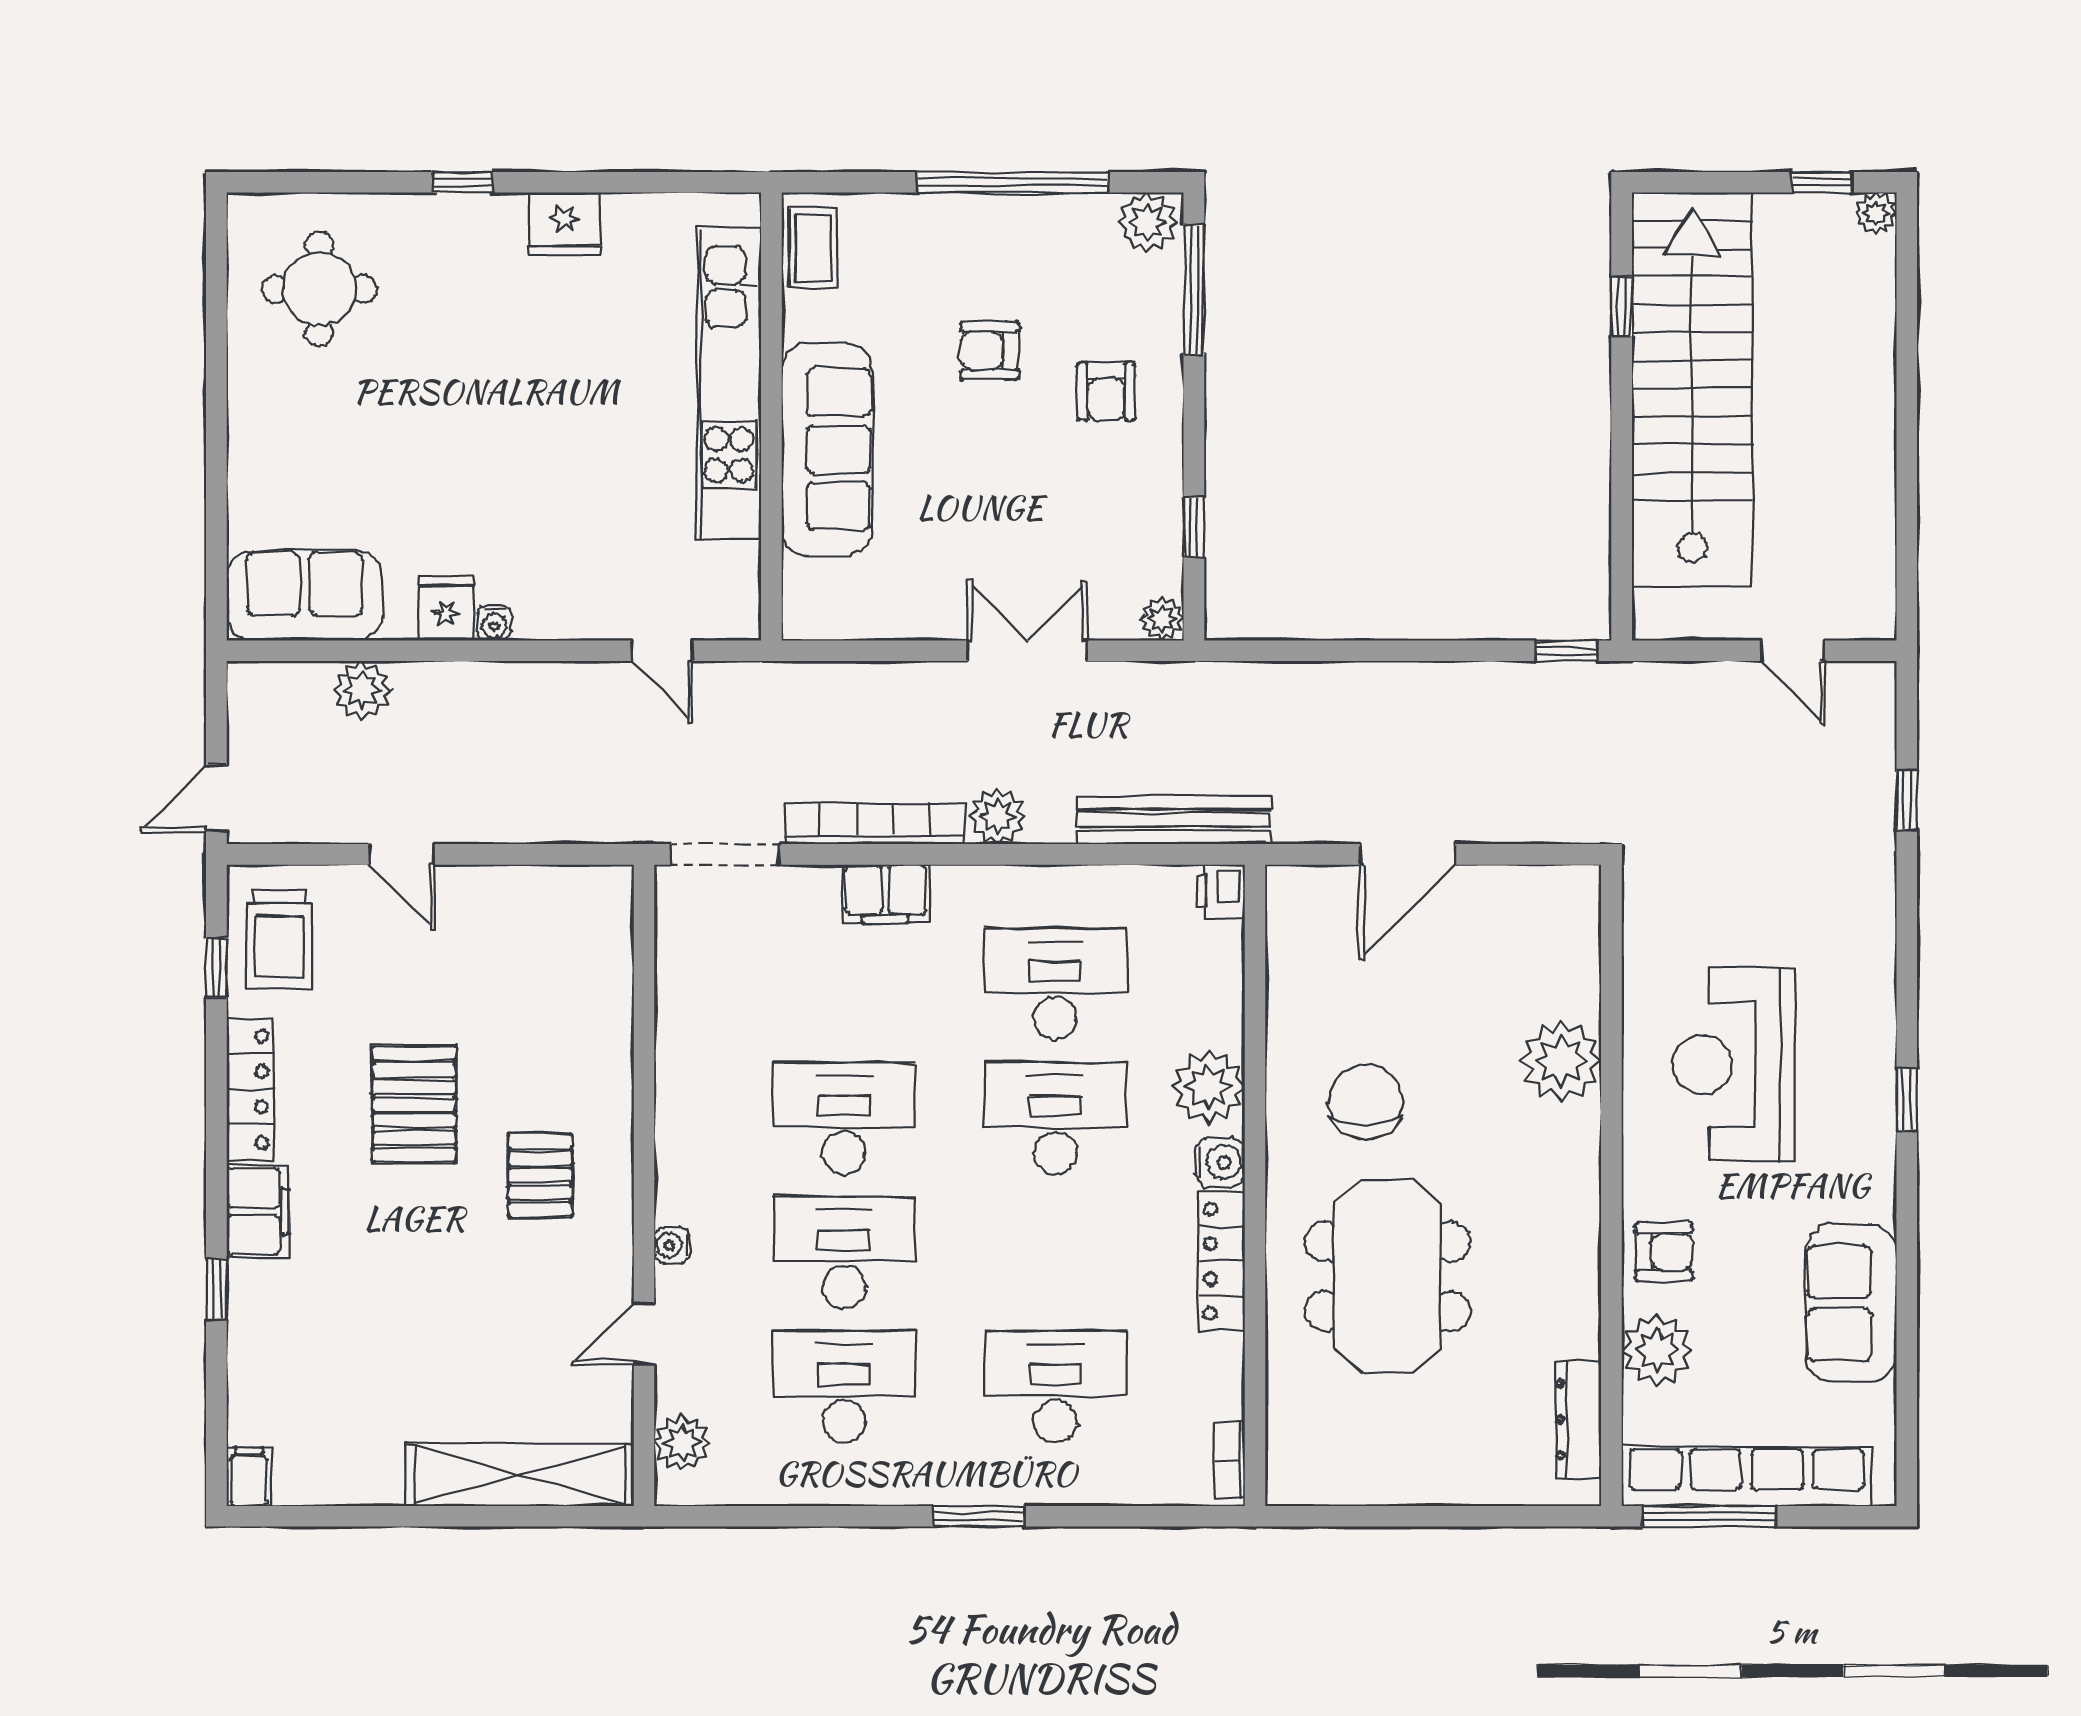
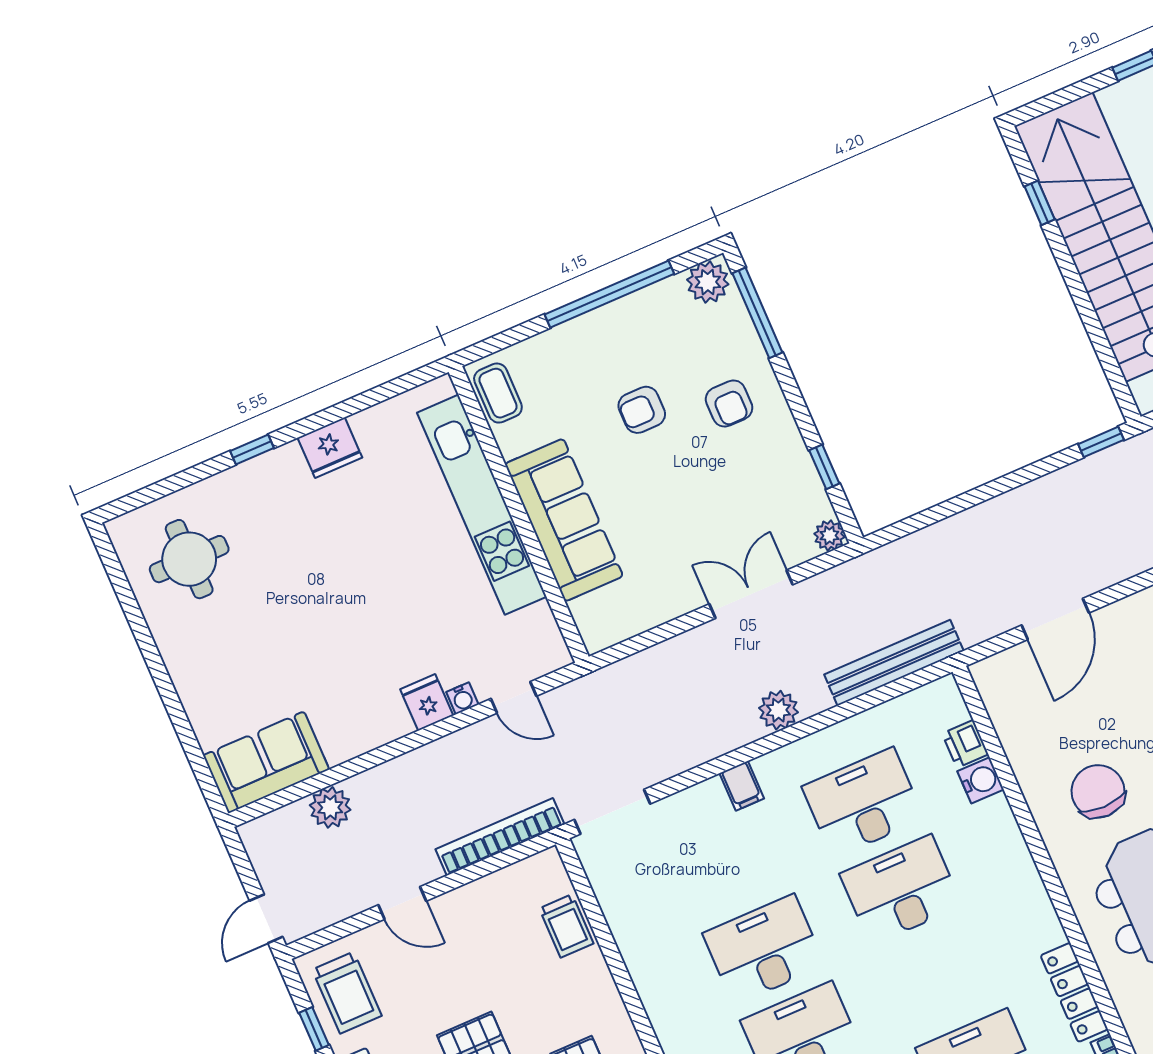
fridge: (446, 608) -> (427, 702), moved
water cooler: (494, 623) -> (462, 698), moved
bookcase: (875, 824) -> (500, 837), moved
printer: (1220, 891) -> (965, 744), moved
filing cabinet: (886, 894) -> (742, 786), width x0.50
trolley: (601, 977) -> (566, 926), added
plant: (1208, 1087) -> (992, 826), removed
water cooler: (1220, 1162) -> (981, 780), moved
locker: (1222, 1261) -> (1074, 992), moved

